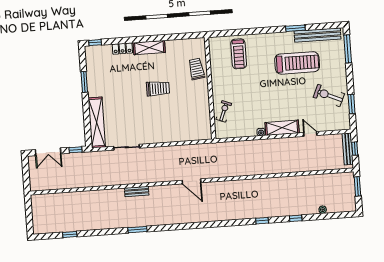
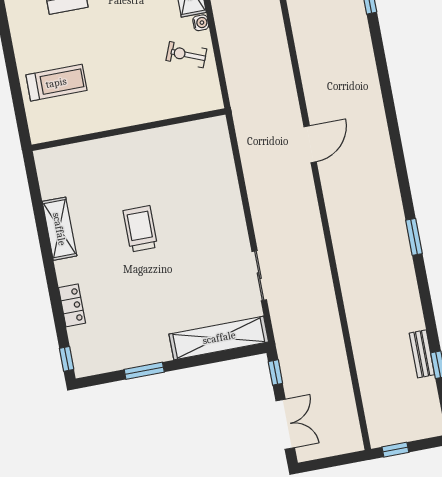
shelving: (149, 48) -> (59, 229), moved
trolley: (196, 69) -> (95, 160), removed
exercise bike: (224, 111) -> (186, 55), moved
bench: (137, 192) -> (422, 354), moved
window: (28, 207) -> (395, 450), added

